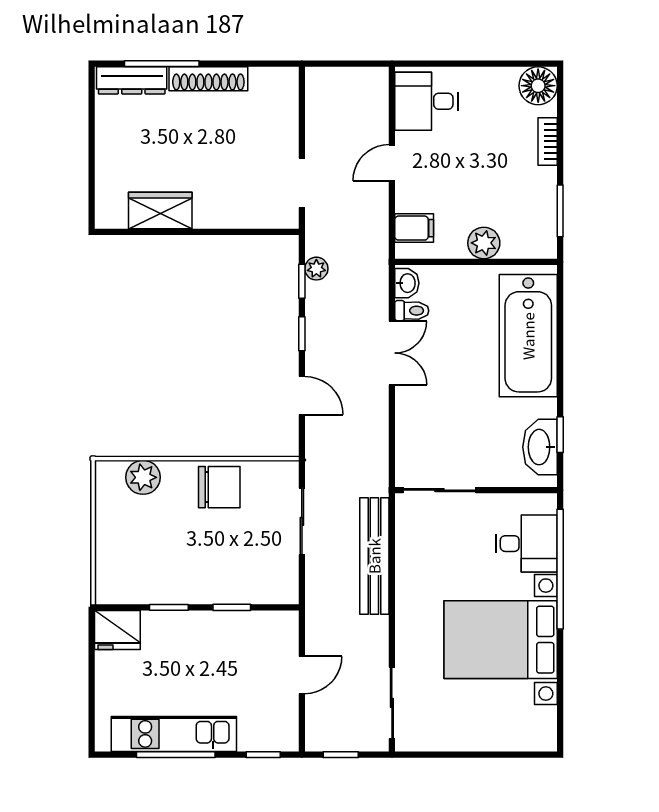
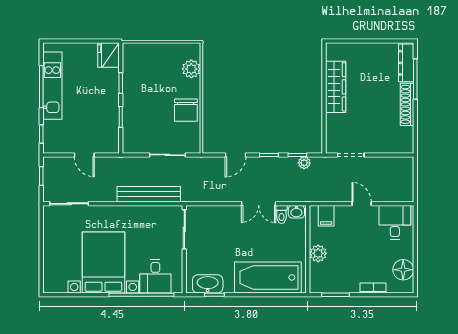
floor lamp: (538, 86) -> (403, 270), moved
wardrobe: (160, 211) -> (336, 87), width x1.50

